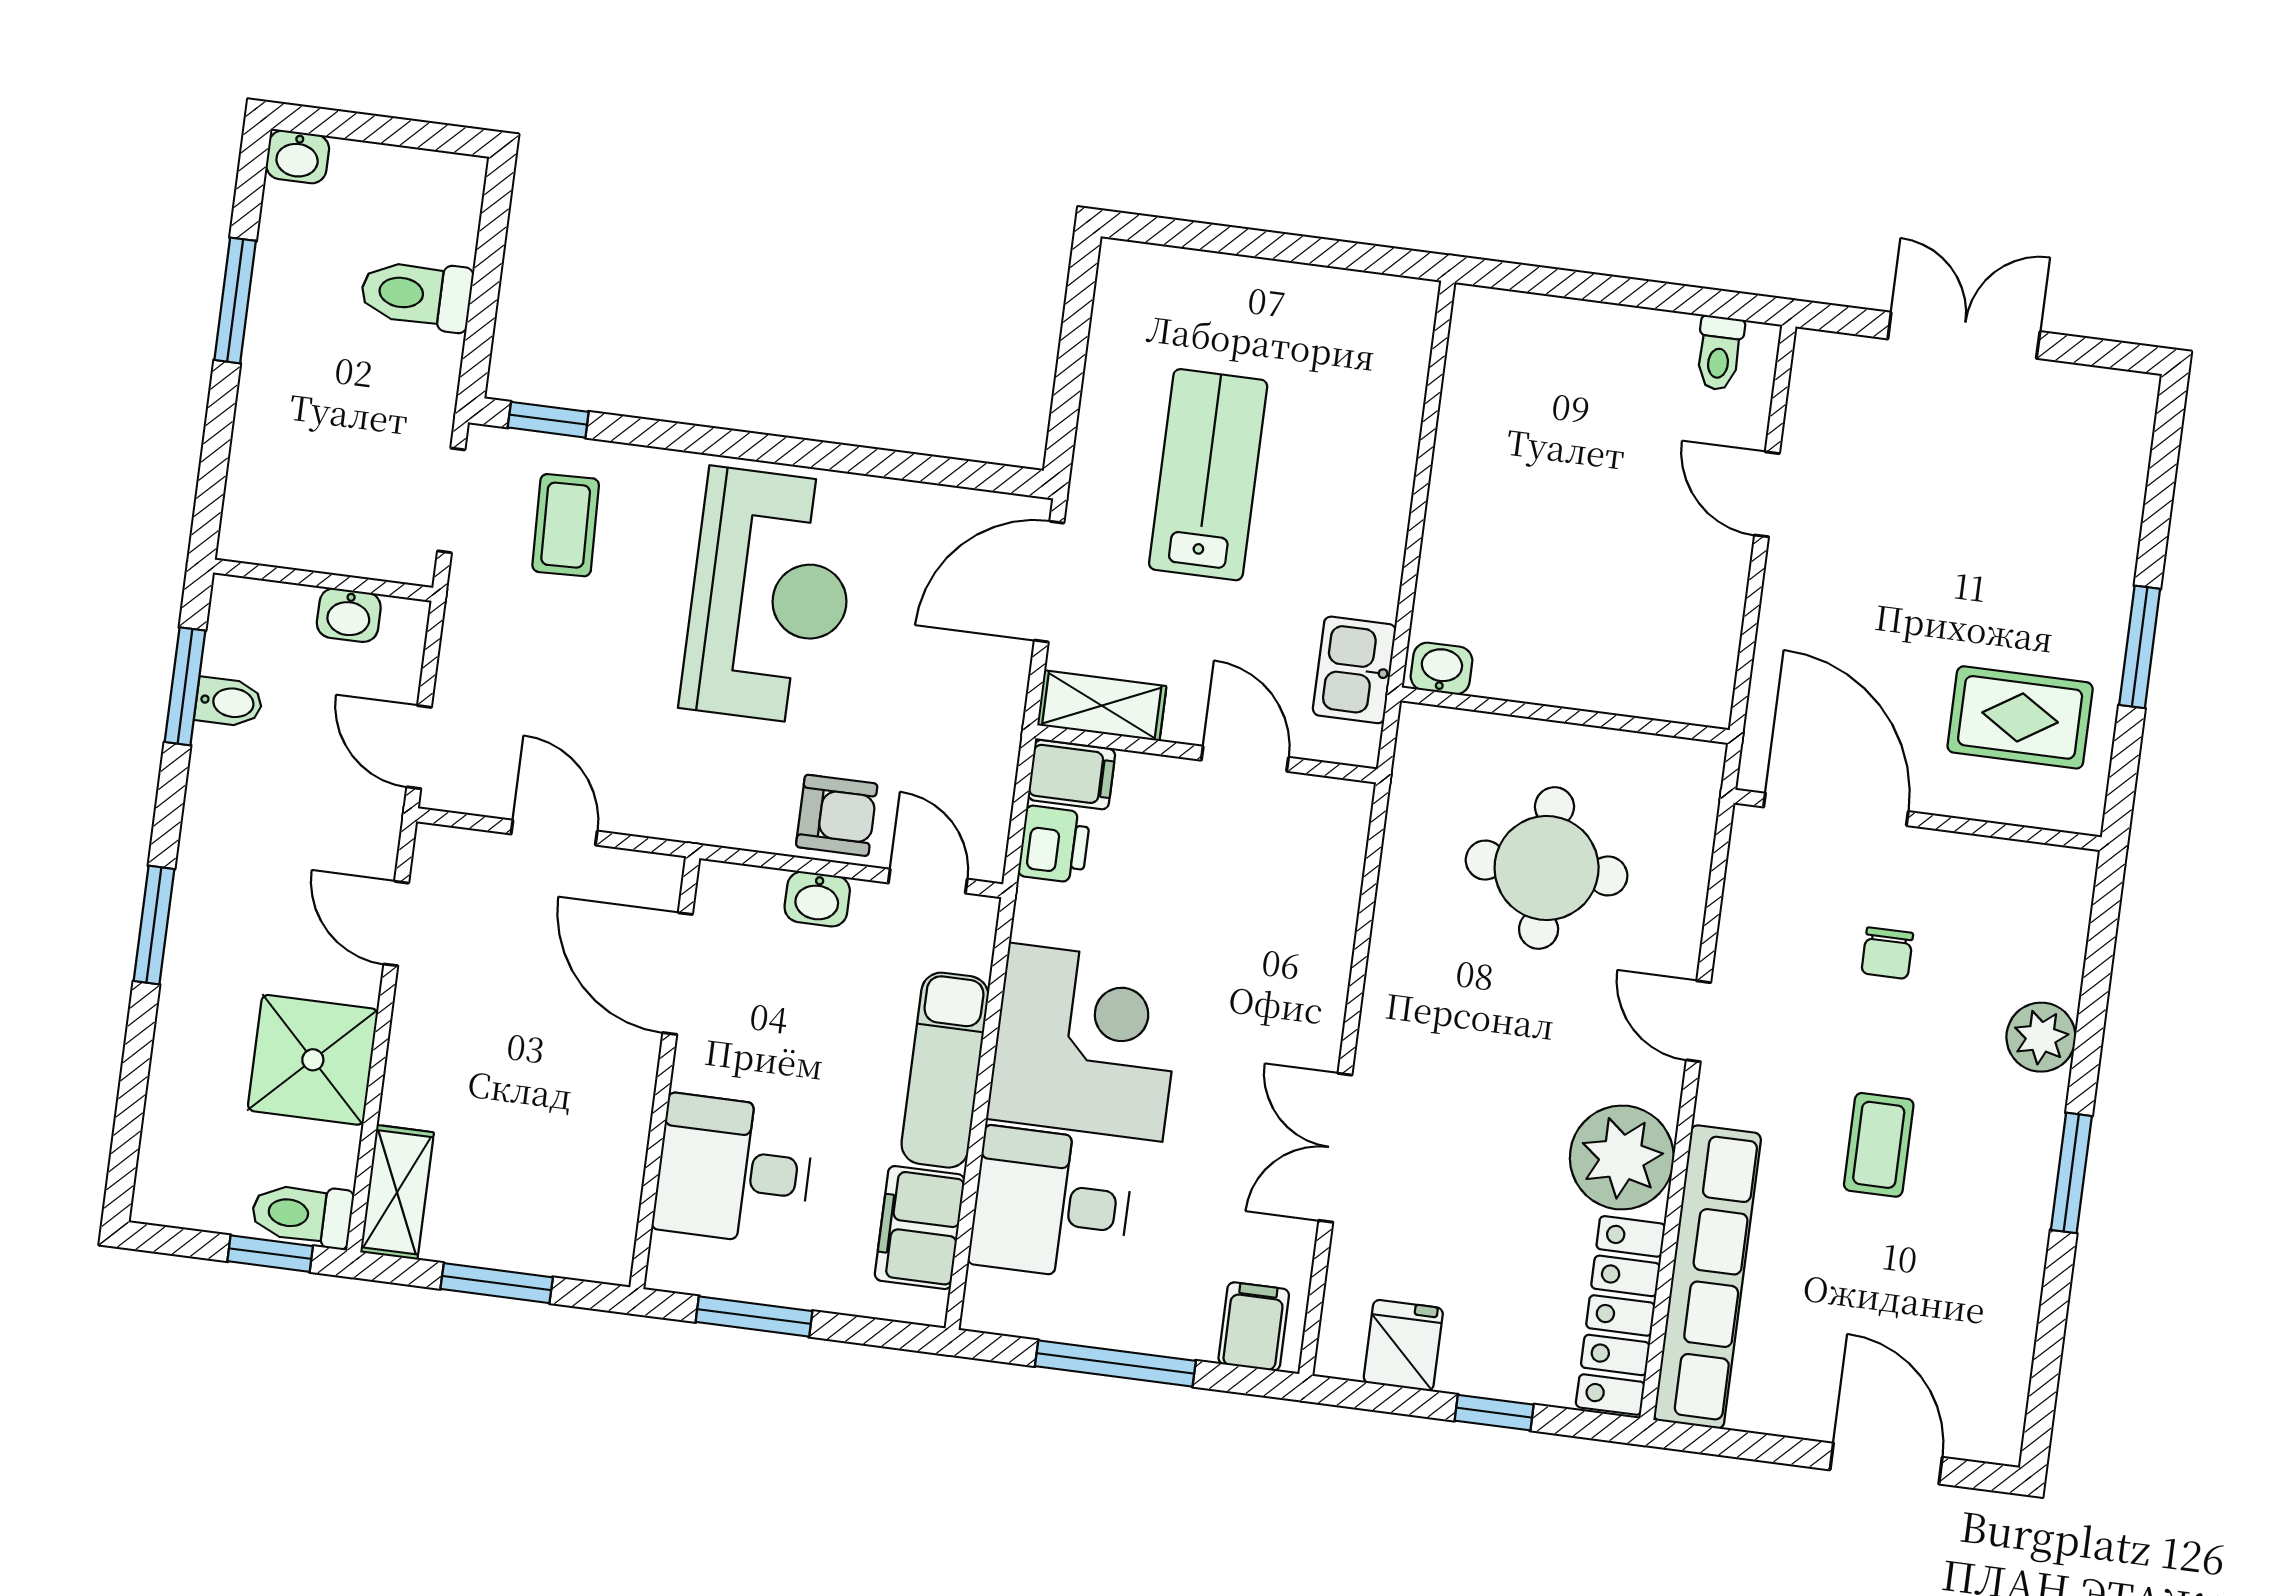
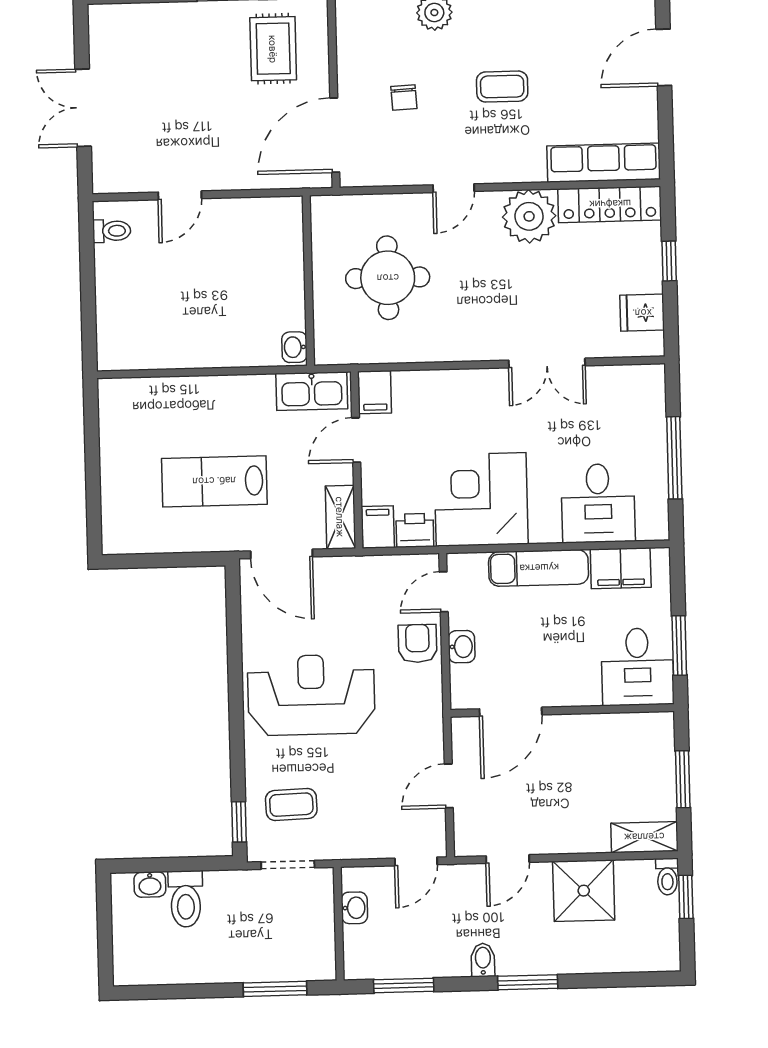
washbasin: (298, 157) -> (150, 884), moved, turned 90
window: (235, 300) -> (275, 989), moved
kitchen sink: (1354, 670) -> (312, 391), width x1.38
bidet: (229, 702) -> (483, 960), moved
chair: (1887, 953) -> (404, 97), turned 87
corner desk: (1086, 1042) -> (481, 499), moved
desk: (734, 1170) -> (637, 667), moved
toilet: (302, 1214) -> (667, 877), width x0.73, depth x0.72
row of seats: (1707, 1277) -> (604, 163), width x0.73
filing cabinet: (1254, 1327) -> (375, 392), moved, turned -90

